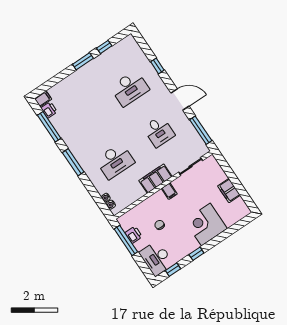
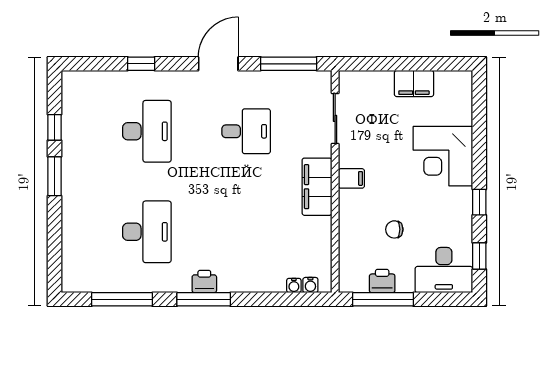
filing cabinet: (43, 99) -> (71, 279), removed
printer: (49, 110) -> (204, 282), moved
desk: (115, 161) -> (147, 232), moved

